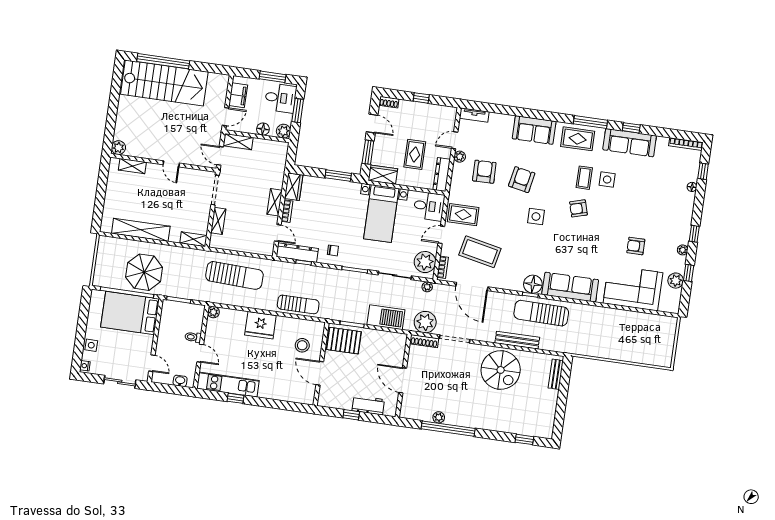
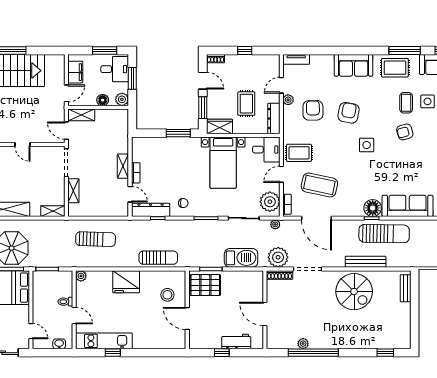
wardrobe: (294, 187) -> (139, 149), removed
sun lounger: (234, 275) -> (96, 239), width x0.73, depth x0.75
sun lounger: (541, 313) -> (384, 234), turned 180

